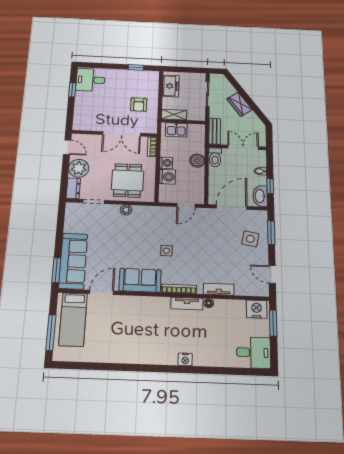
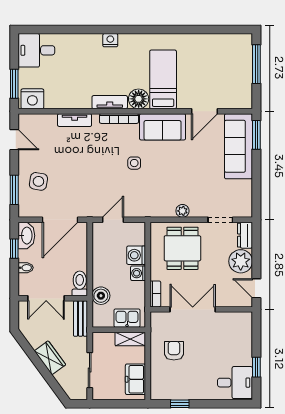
boiler: (197, 161) -> (101, 296), moved
floor lamp: (209, 303) -> (139, 99), moved, width x1.89, depth x1.89
bed: (73, 319) -> (163, 79), moved

